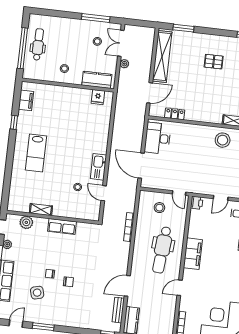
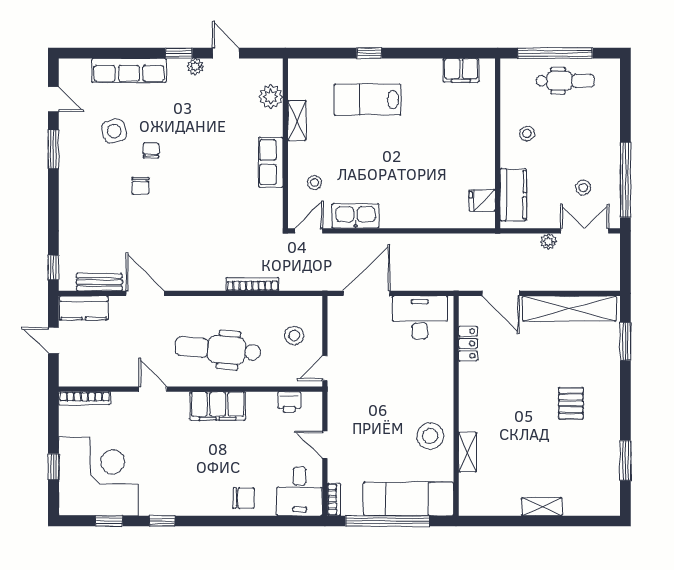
window: (96, 18) -> (625, 180), width x1.46
window: (14, 122) -> (369, 53), moved
printer: (197, 203) -> (289, 402), moved
shelving: (41, 210) -> (297, 120), moved
wall: (53, 217) -> (285, 143), moved
plant: (26, 222) -> (271, 97), moved
row of seats: (62, 226) -> (271, 162), moved

